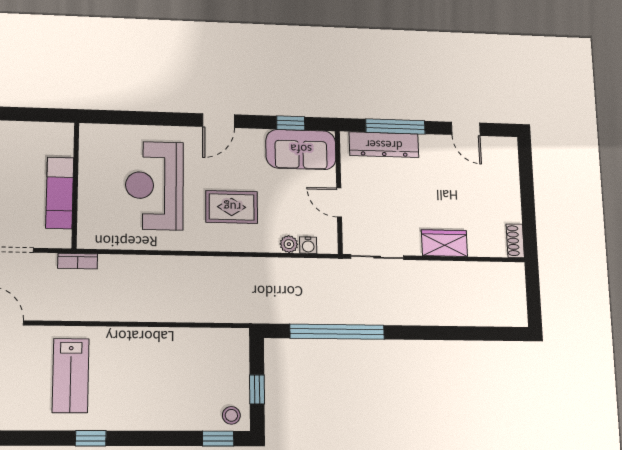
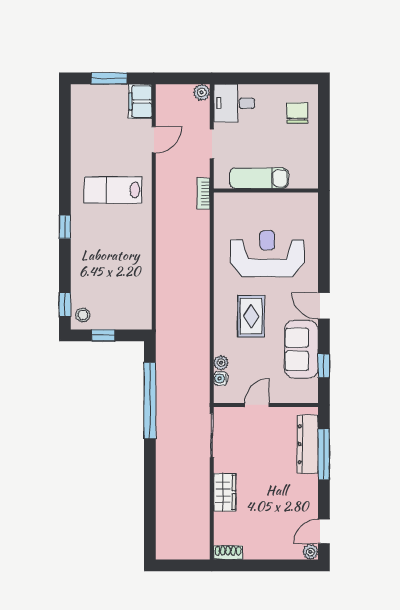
door: (466, 129) -> (324, 531), moved
plant: (509, 145) -> (310, 552), added
sofa: (301, 149) -> (301, 349), moved
window: (91, 438) -> (65, 227), moved

